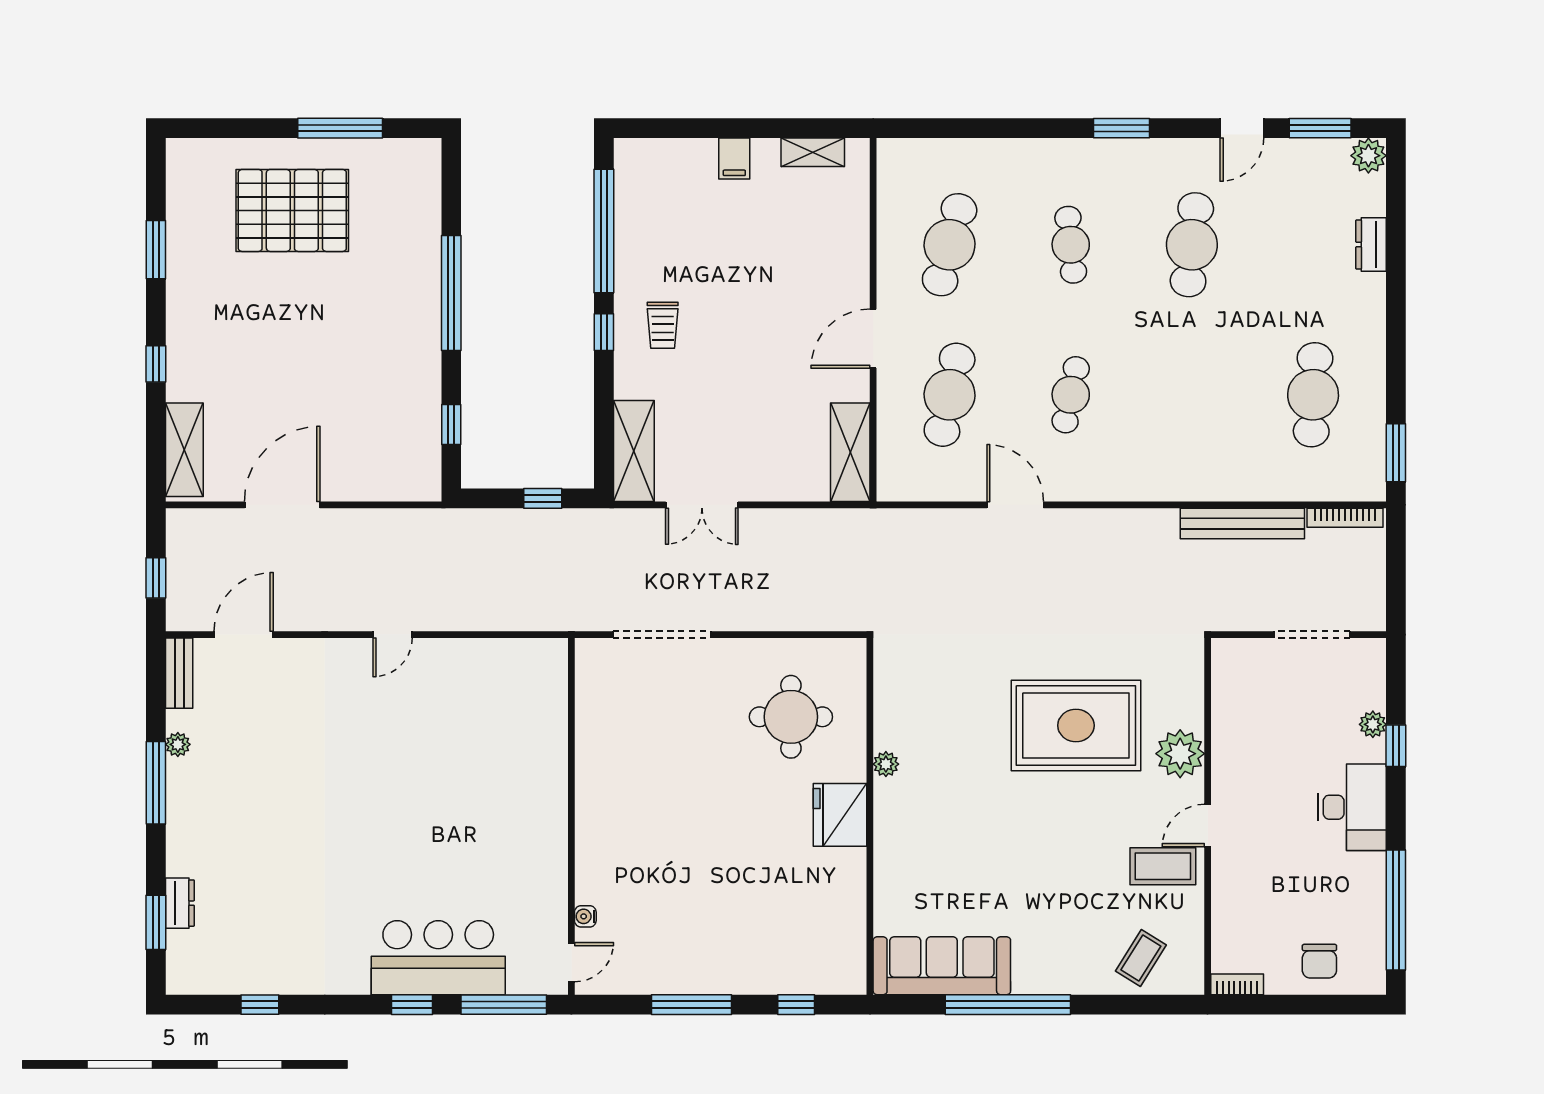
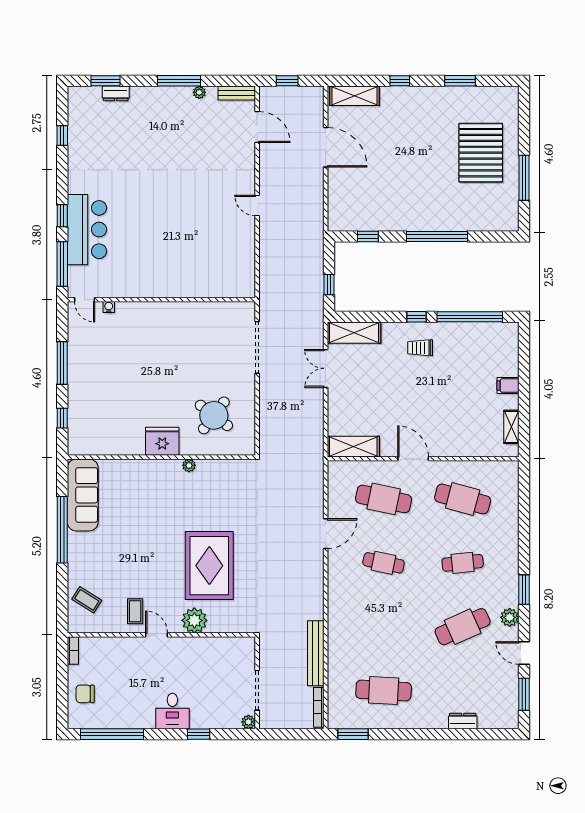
plant: (1368, 156) -> (510, 617), moved
cafe table: (1192, 245) -> (463, 627), turned -30
round table: (791, 717) -> (214, 415), turned 37
plant: (1373, 724) -> (248, 722), moved
desk: (1352, 807) -> (172, 711), width x0.73
coffee table: (1163, 866) -> (135, 611), width x0.73, depth x0.77

